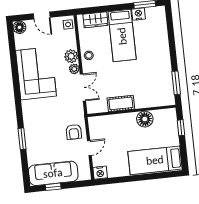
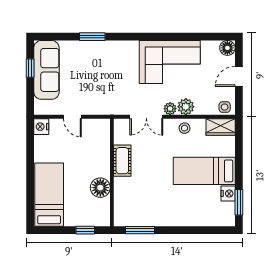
wardrobe: (95, 20) -> (221, 127), moved, turned -90
armchair: (74, 132) -> (94, 100), removed

